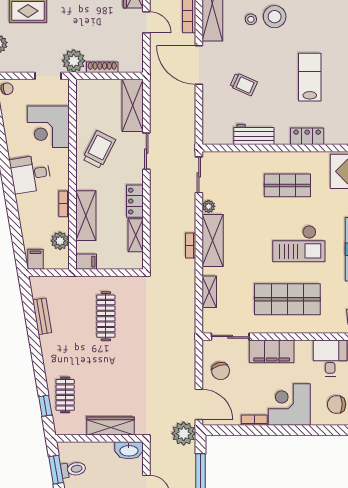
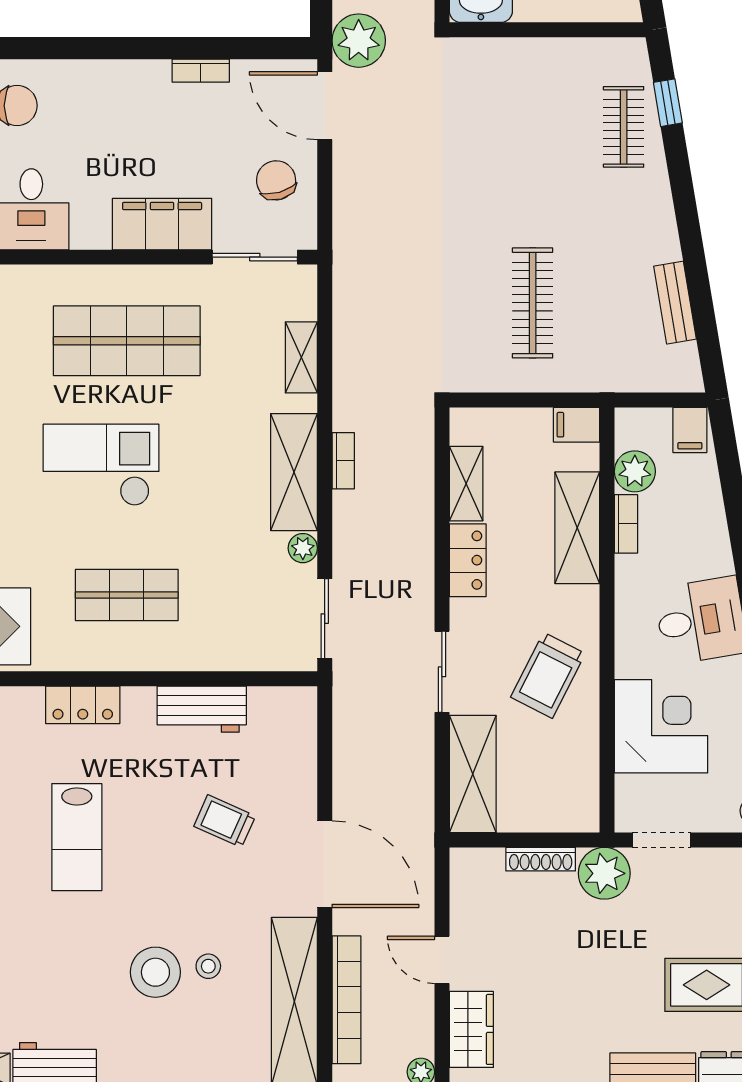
bookcase: (64, 204) -> (626, 524), moved
corner desk: (289, 404) -> (123, 106), removed
wardrobe: (110, 426) -> (522, 58), removed

